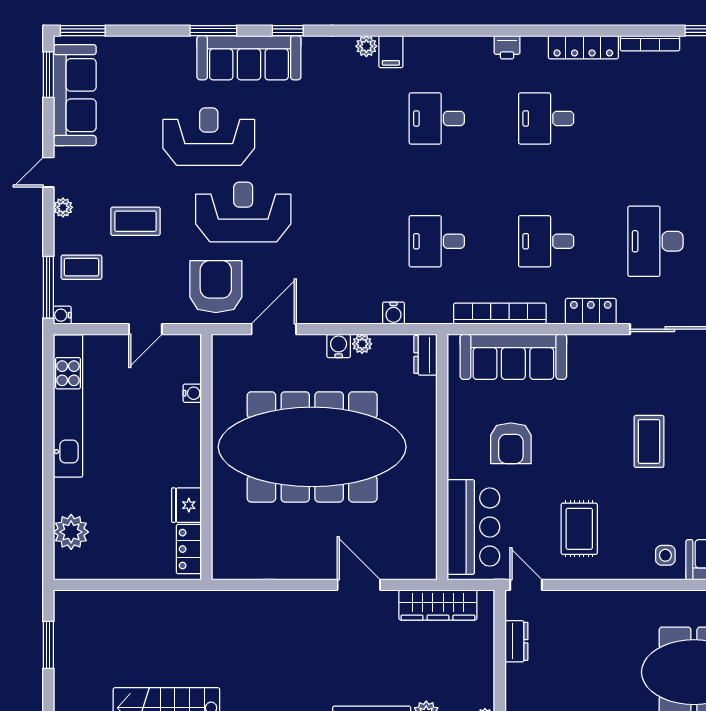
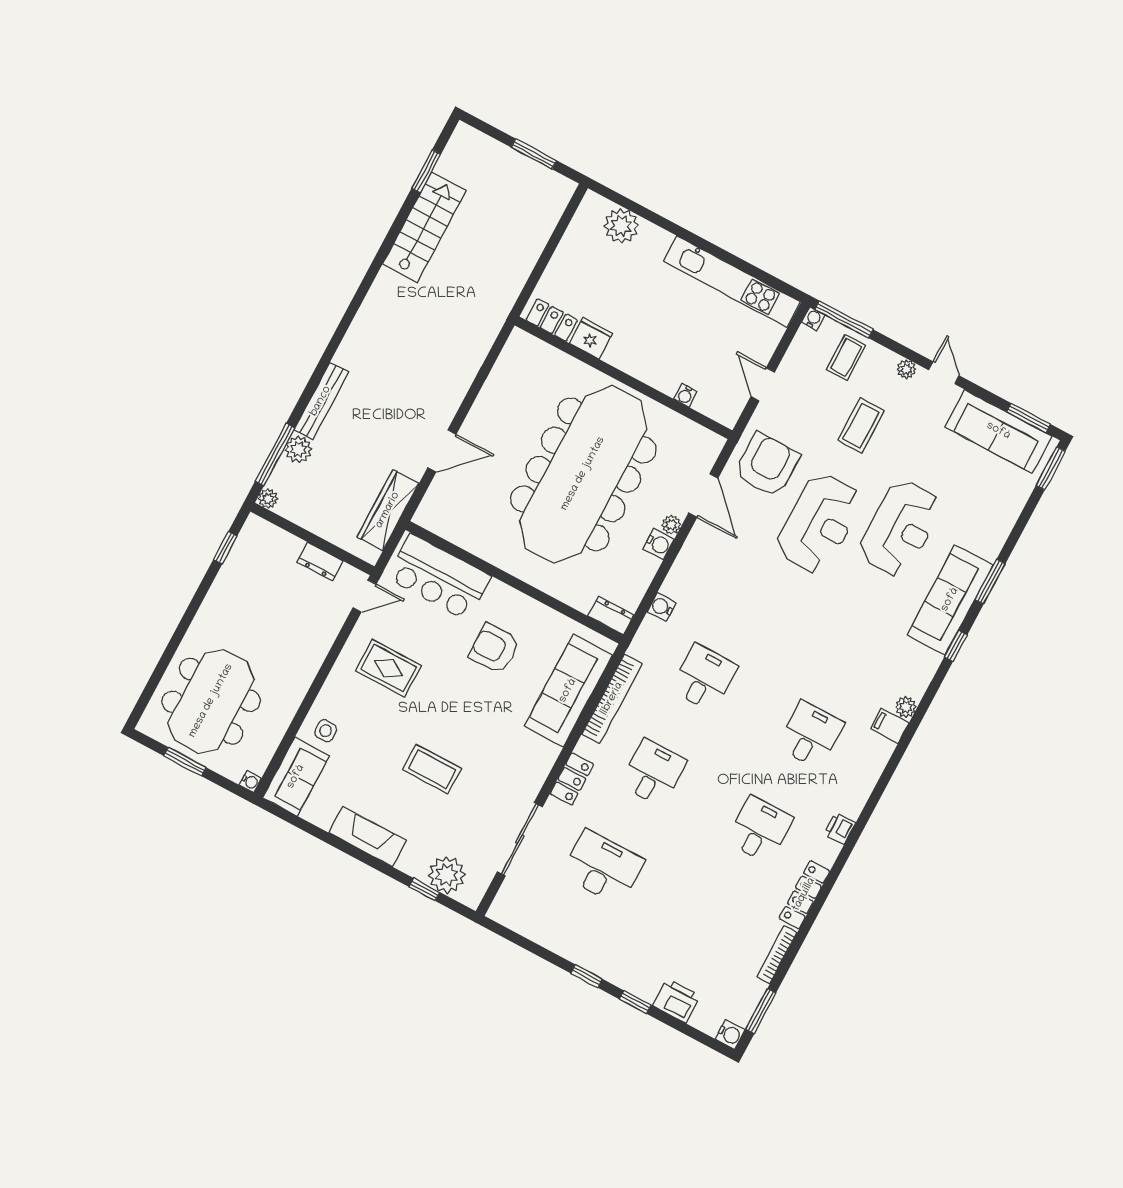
armchair: (216, 287) -> (767, 465), turned -90
plant: (362, 344) -> (671, 525), moved

